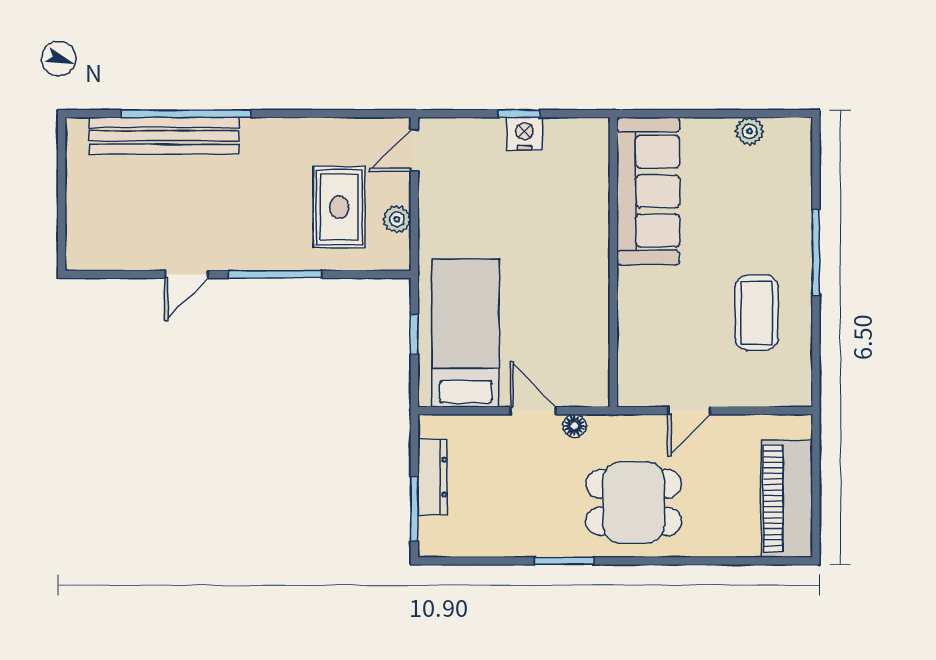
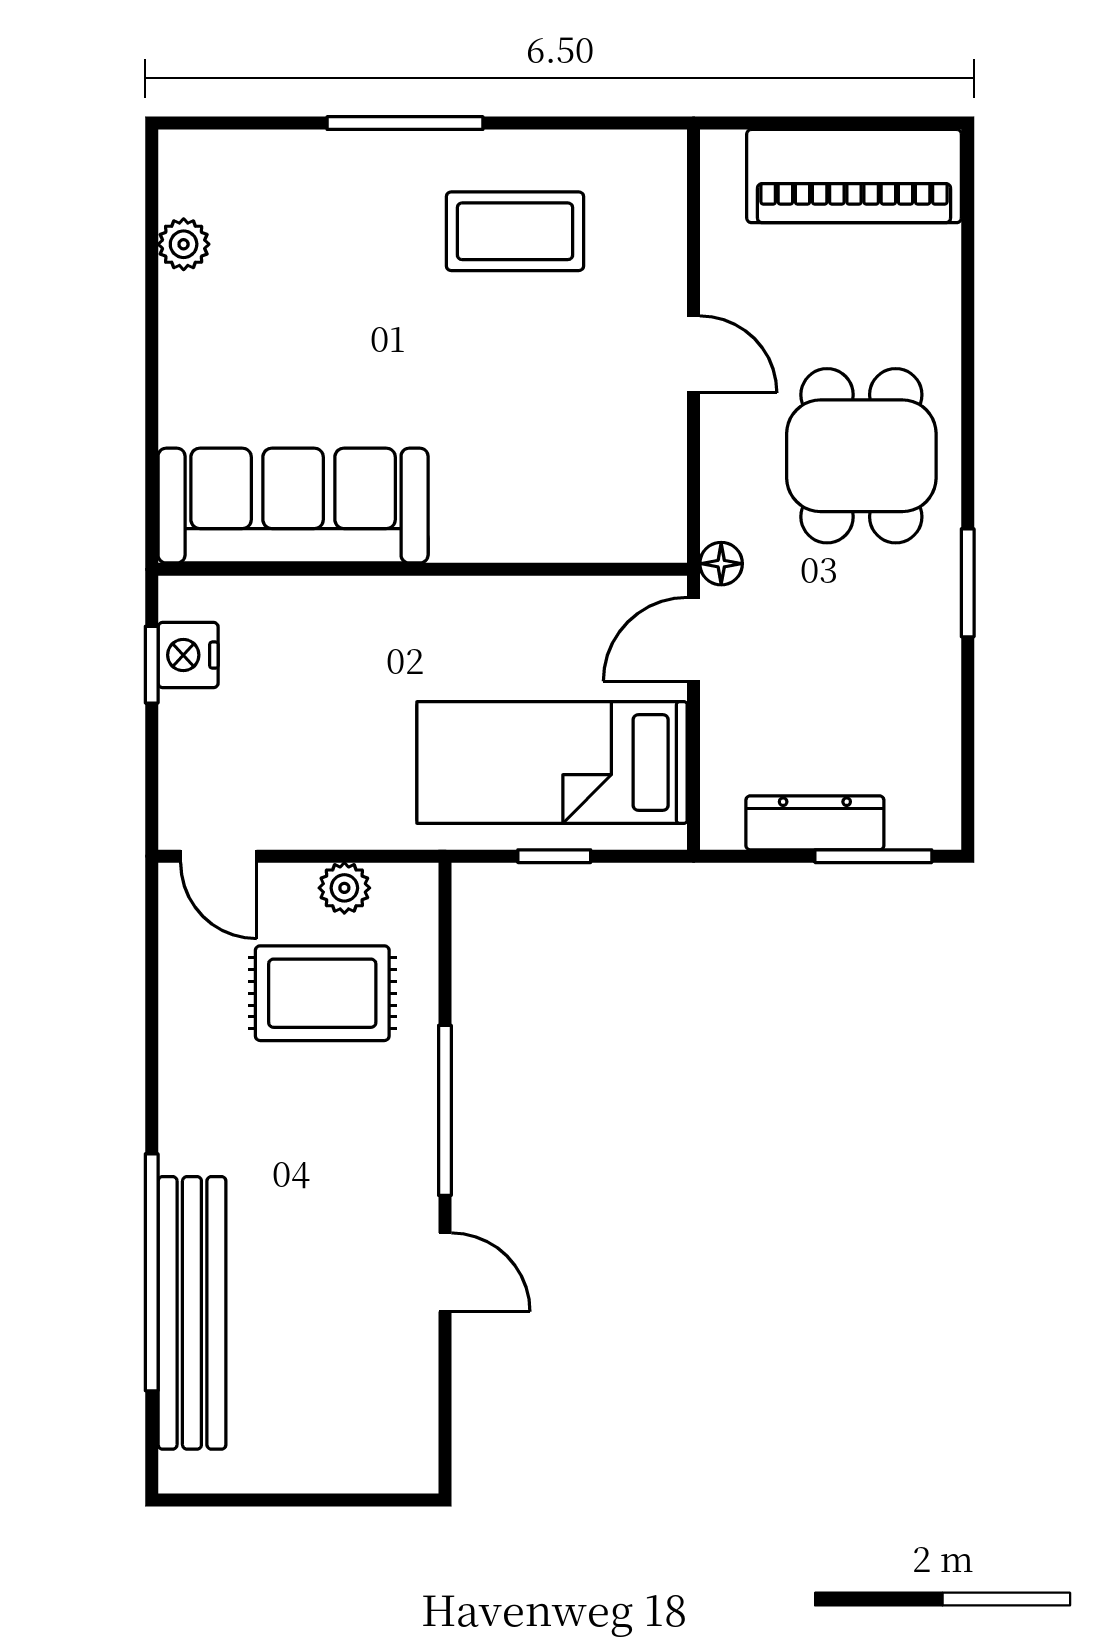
sofa: (648, 191) -> (293, 506), moved
wall: (613, 262) -> (423, 569), moved

